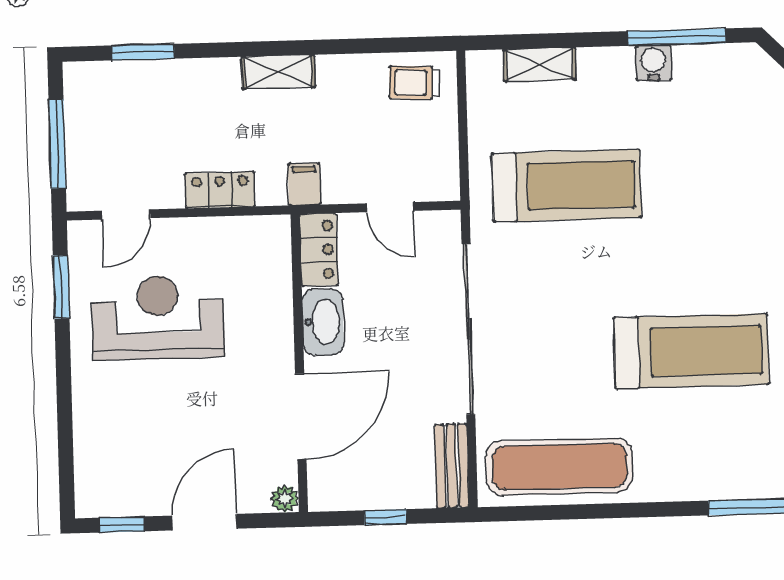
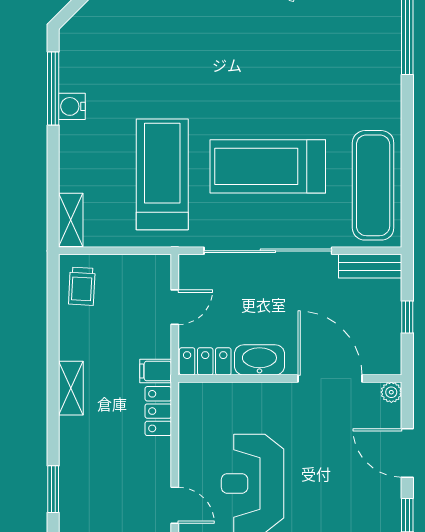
shelving: (540, 64) -> (71, 220), moved
locker: (220, 190) -> (158, 411), moved
treadmill: (691, 351) -> (268, 166), moved, turned -90

